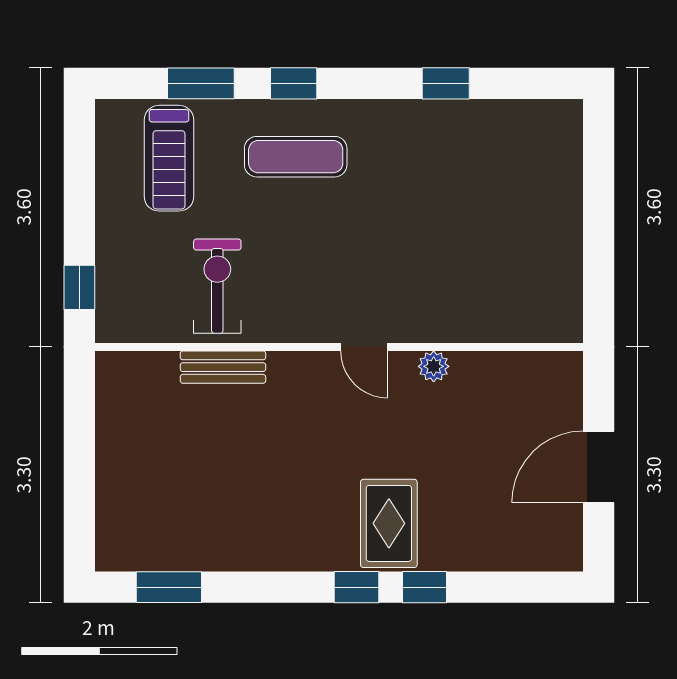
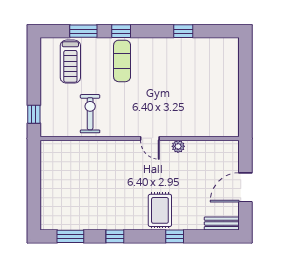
exercise mat: (296, 157) -> (122, 61), turned 90
bench: (223, 367) -> (222, 223), moved
window: (357, 587) -> (115, 236), moved

